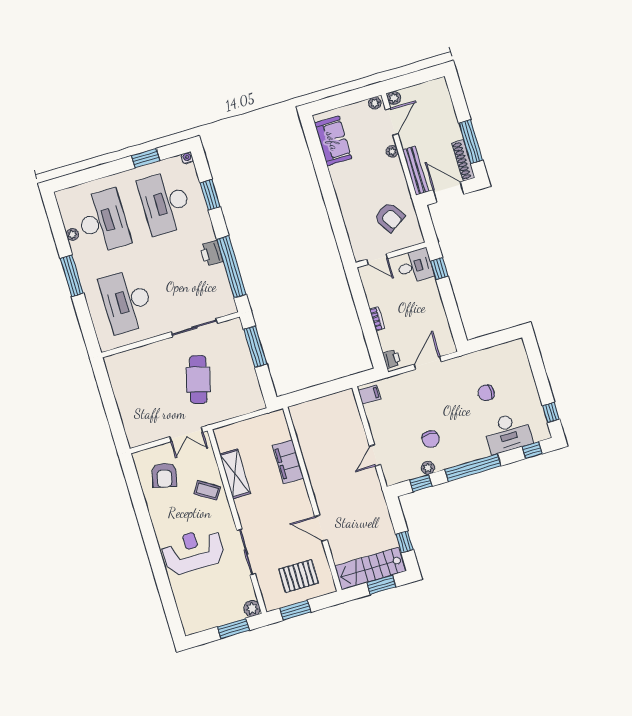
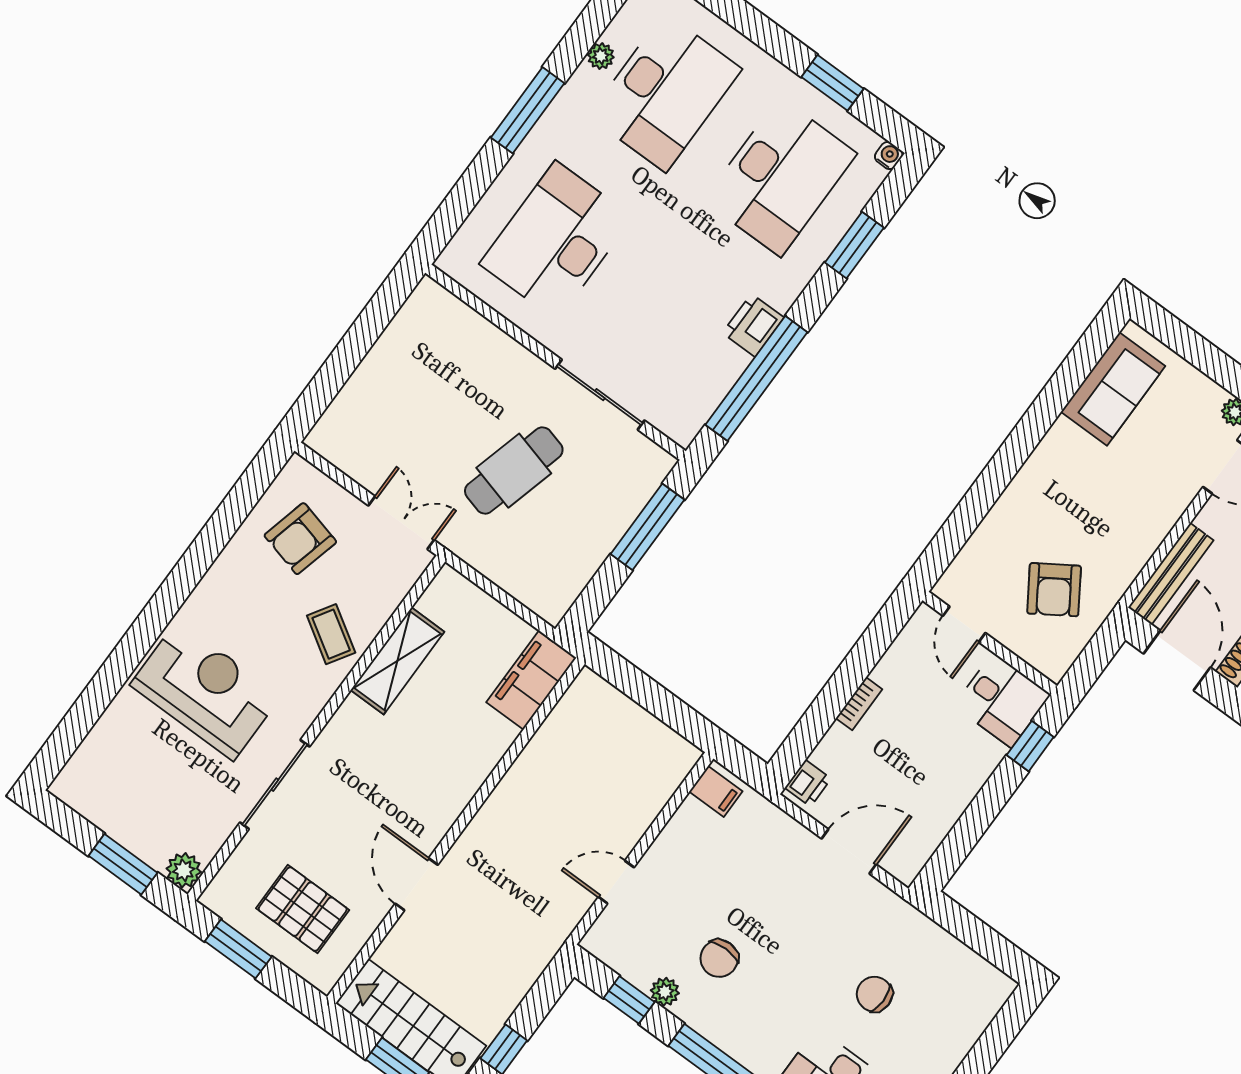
plant: (392, 151) -> (1173, 507), removed
desk: (165, 203) -> (780, 177), turned 180
double door: (186, 434) -> (401, 523), swing flipped
filing cabinet: (288, 462) -> (531, 680), moved

